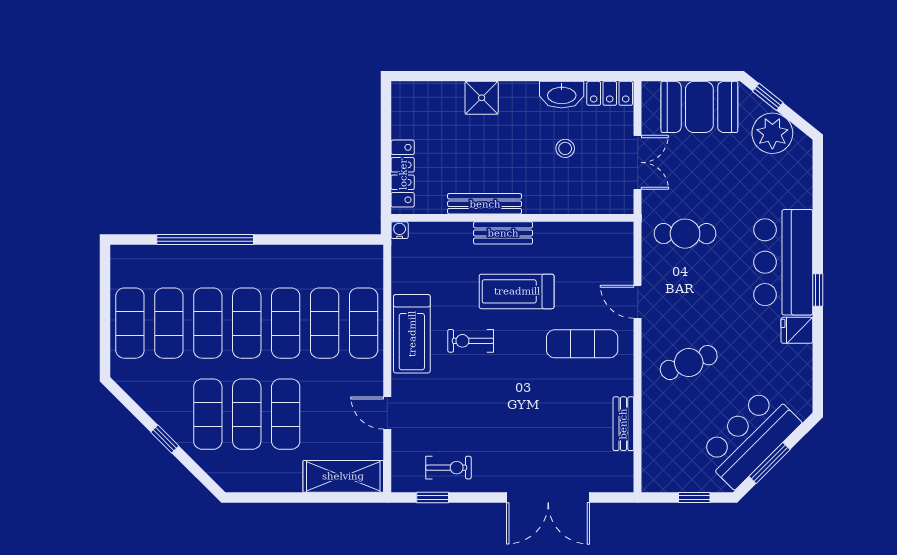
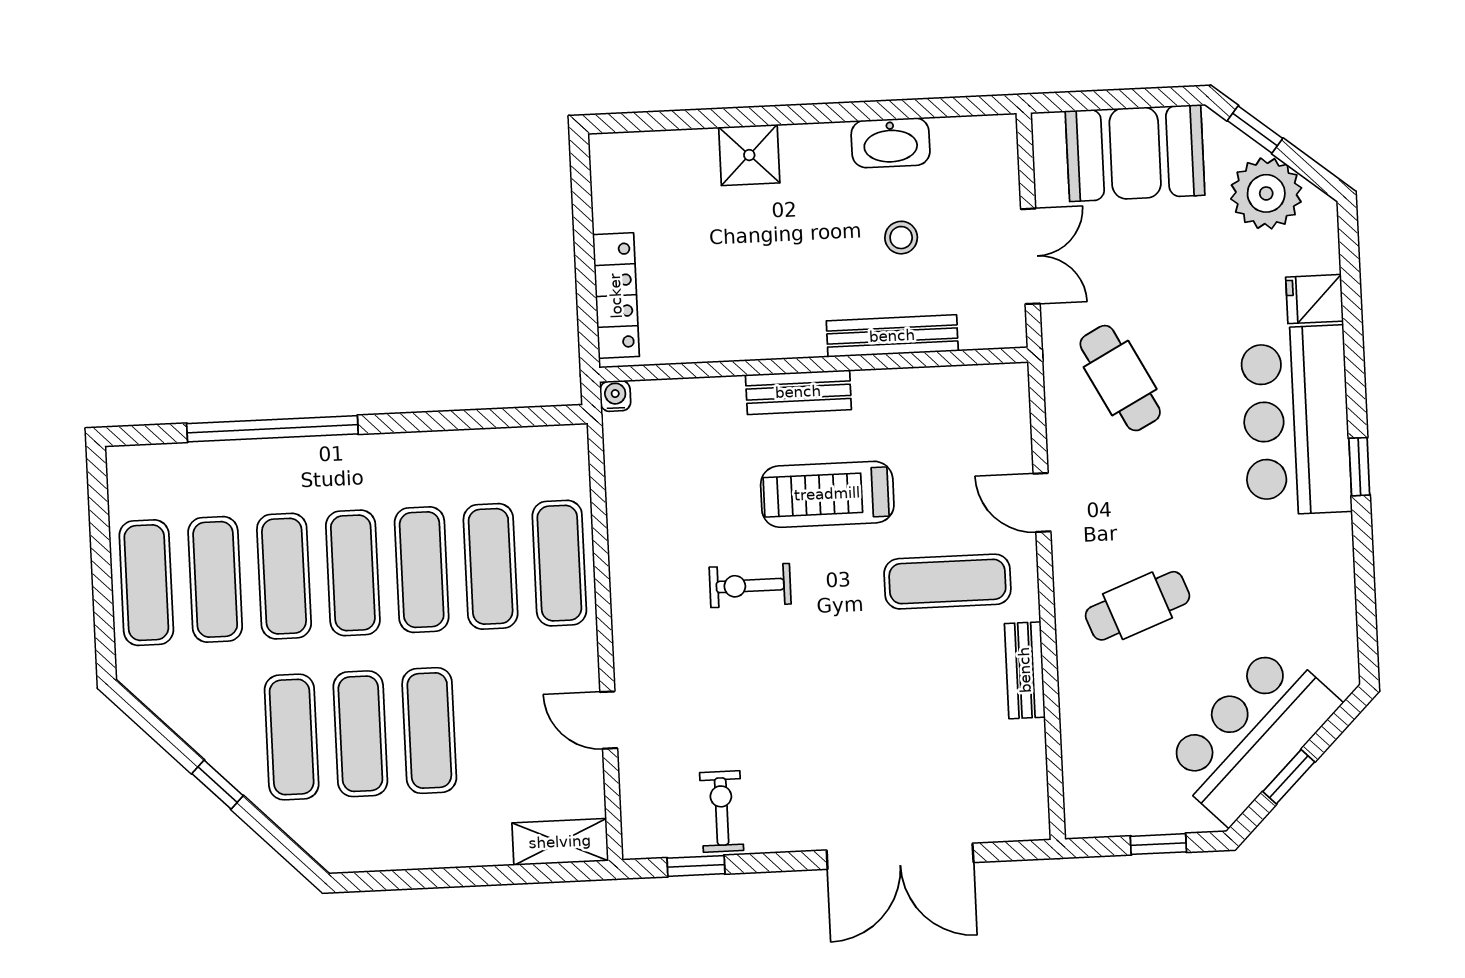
locker: (610, 93) -> (975, 136), removed
bench: (485, 204) -> (892, 336), moved
cafe table: (685, 234) -> (1120, 378), turned 62
fridge: (797, 330) -> (1315, 299), moved
treadmill: (412, 334) -> (646, 578), removed
bench: (623, 424) -> (1025, 670), moved
window: (770, 463) -> (1289, 777), width x0.67
exercise bike: (449, 468) -> (722, 812), turned -90
shelving: (343, 476) -> (560, 842), width x0.67, depth x0.75

